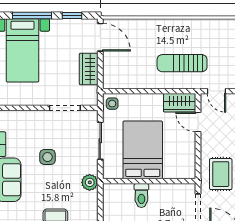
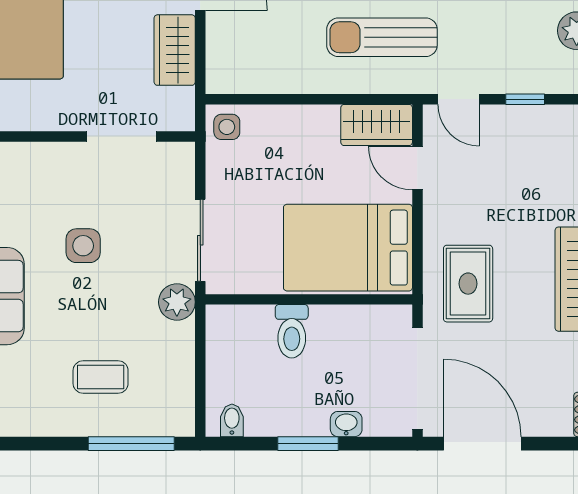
sliding door: (100, 141) -> (200, 240), moved
bed: (143, 150) -> (348, 248), moved, turned -90

